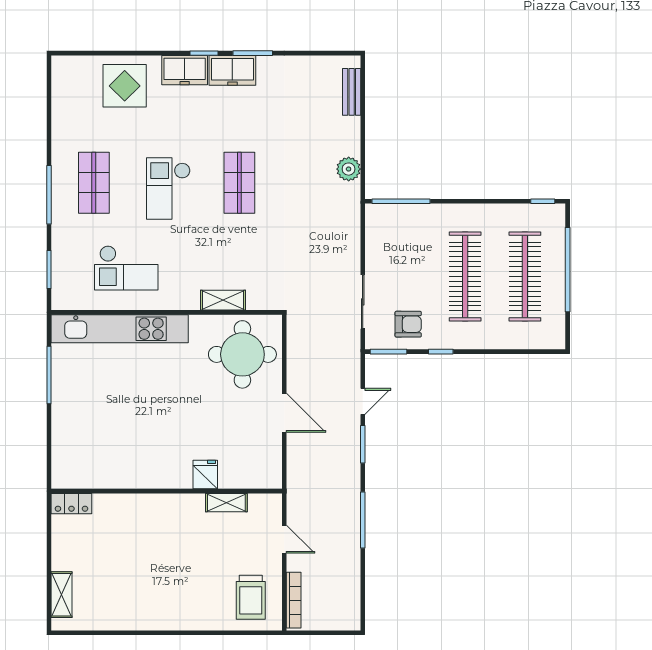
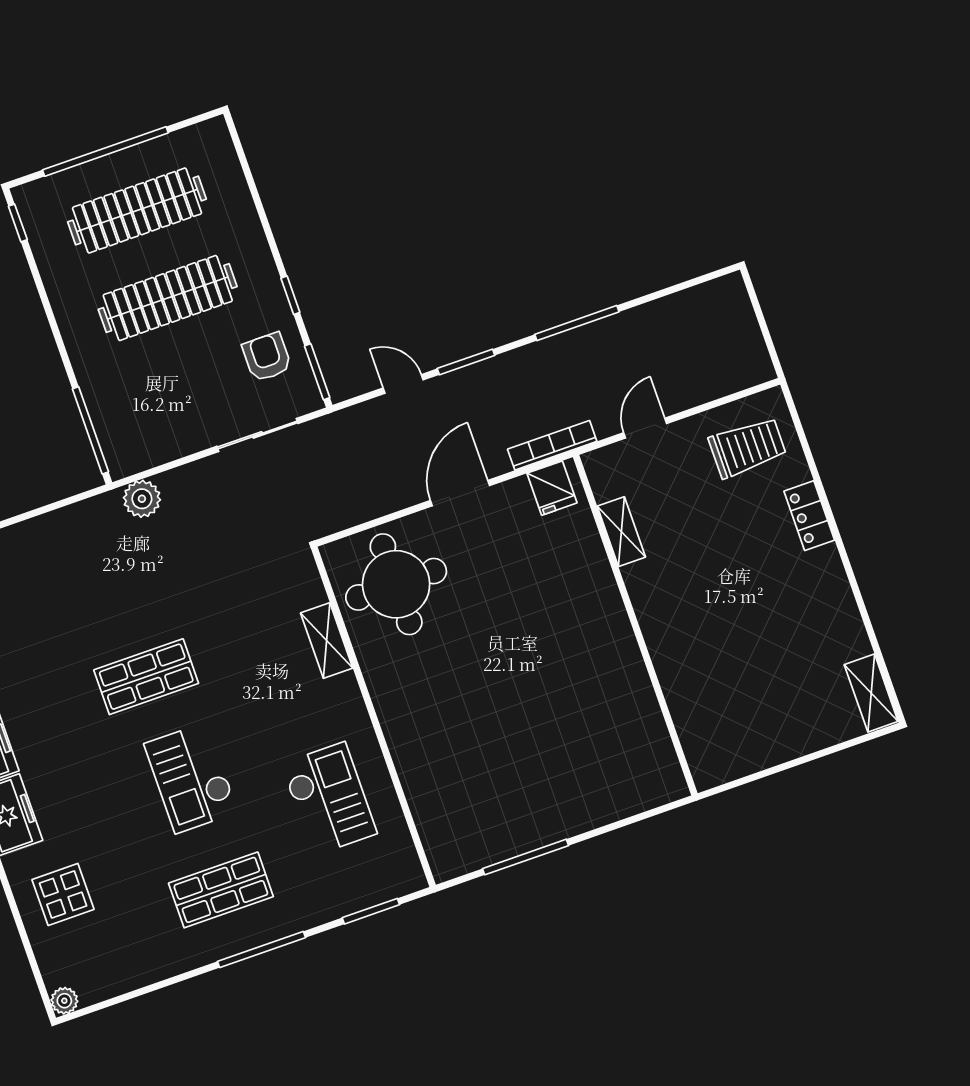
plant: (60, 64) -> (64, 1001), added
display table: (125, 86) -> (63, 895), width x0.73, depth x0.73
plant: (349, 169) -> (142, 499), moved
checkout: (168, 189) -> (191, 778), turned 90
kitchen unit: (120, 329) -> (421, 777), removed
fridge: (205, 475) -> (552, 488), moved, turned -90
locker: (71, 504) -> (809, 516), moved, turned 180
shelving: (61, 595) -> (871, 693), moved, turned 90
bookcase: (294, 600) -> (552, 445), moved

